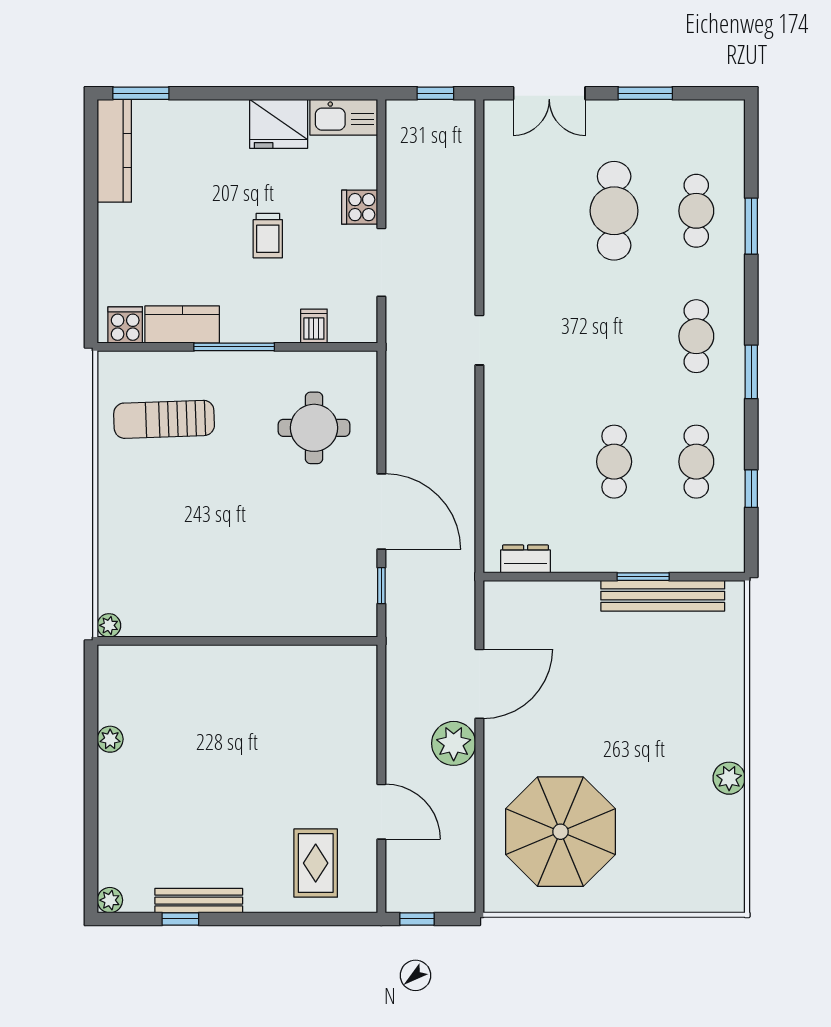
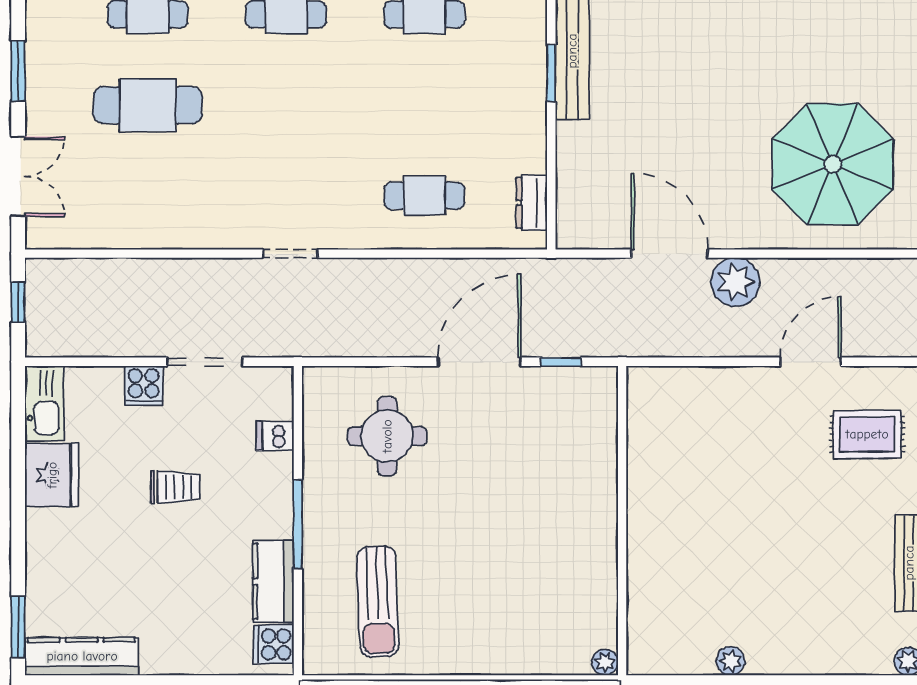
cafe table: (614, 462) -> (424, 196), moved

